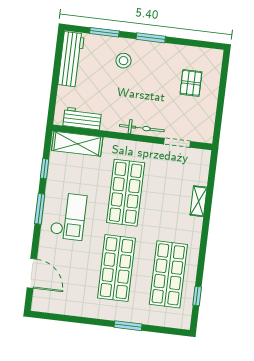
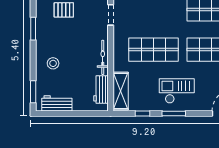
window: (104, 32) -> (33, 92), moved
window: (151, 38) -> (33, 29), moved
workbench: (71, 59) -> (57, 103), width x0.73
bicycle: (142, 128) -> (103, 57), moved

